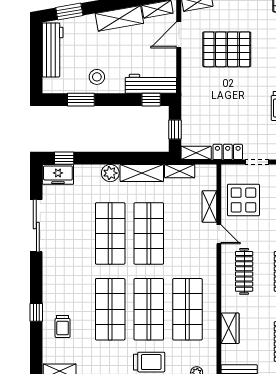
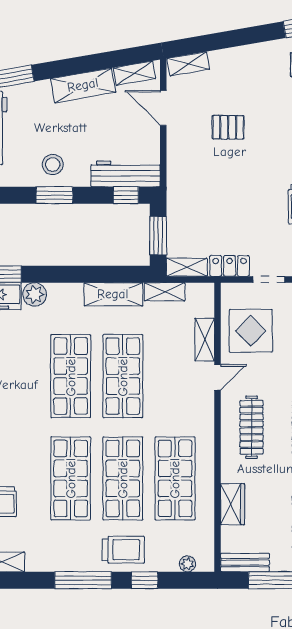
door: (179, 35) -> (163, 108), hinge flipped
pallet: (227, 49) -> (228, 127), width x0.49, depth x0.50
window: (81, 100) -> (54, 195), moved
window: (175, 130) -> (158, 236), width x1.50
plant: (110, 173) -> (35, 294), moved
door: (219, 234) -> (217, 377), hinge flipped

